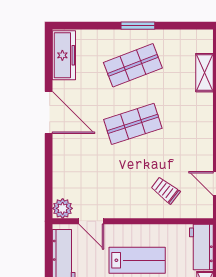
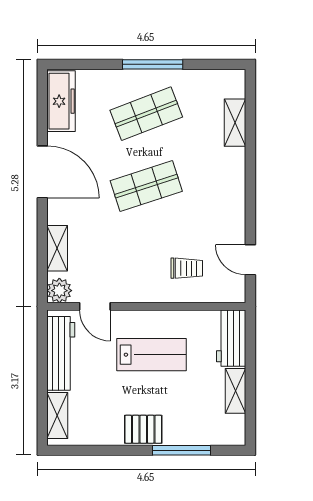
window: (138, 26) -> (153, 64), width x1.44
shelving: (61, 174) -> (57, 248), added
trolley: (166, 190) -> (187, 268), turned 142

